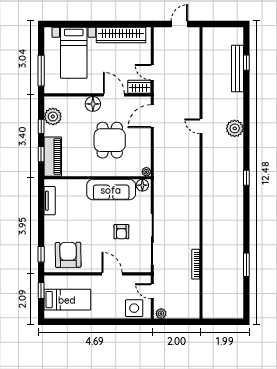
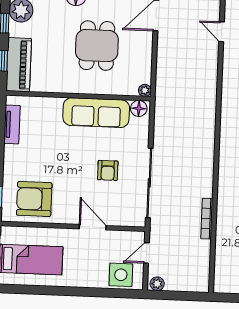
armchair: (68, 255) -> (34, 199), turned -89
door: (152, 291) -> (146, 253), hinge flipped

